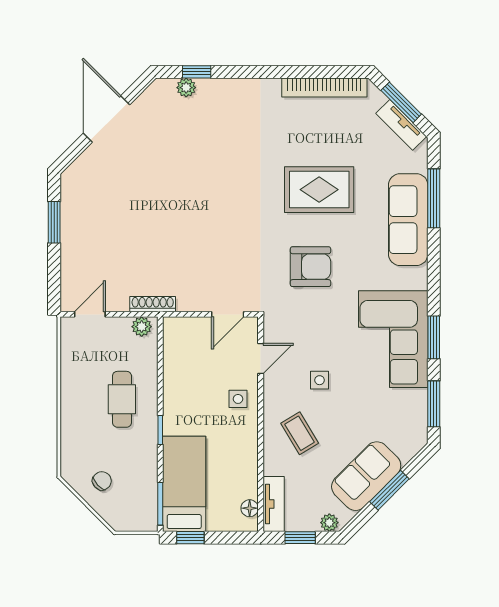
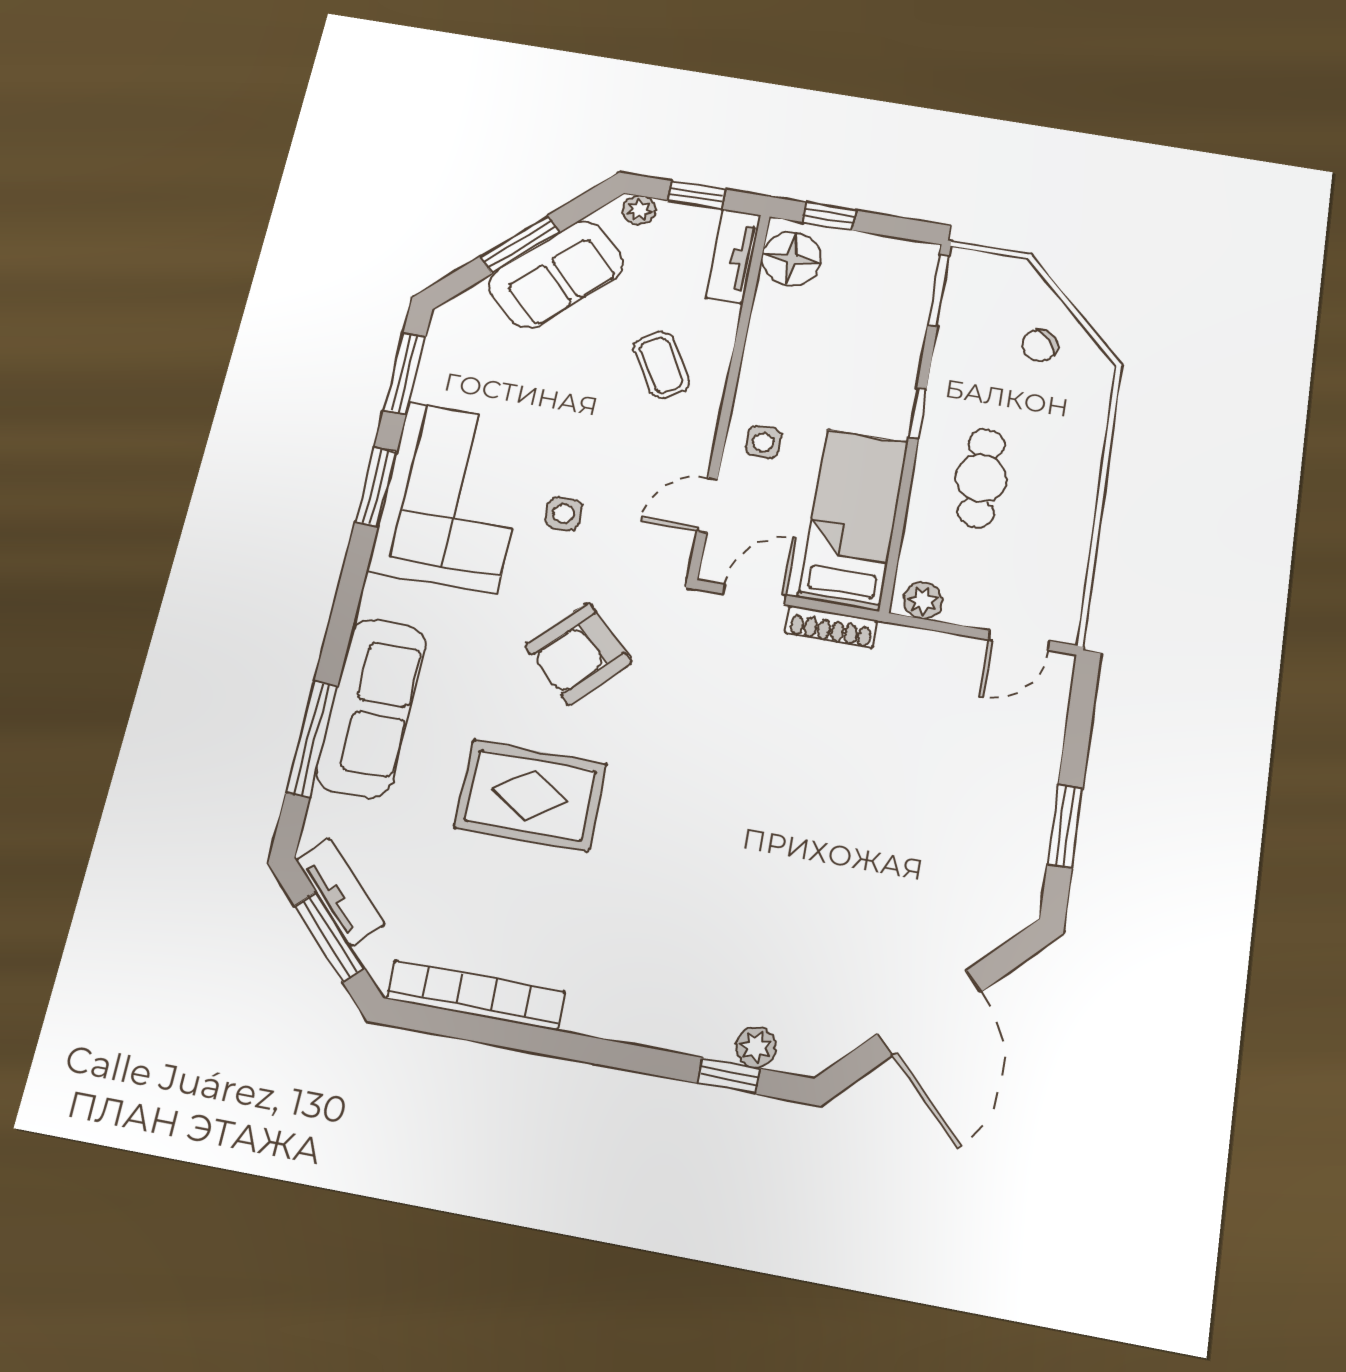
armchair: (310, 267) -> (578, 654), turned -46
shoe rack: (153, 304) -> (831, 627), moved
side table: (320, 380) -> (564, 514), moved
bed: (184, 484) -> (853, 519), moved, turned 180
floor lamp: (250, 508) -> (791, 259), width x1.89, depth x1.89
window: (190, 538) -> (829, 216), moved

